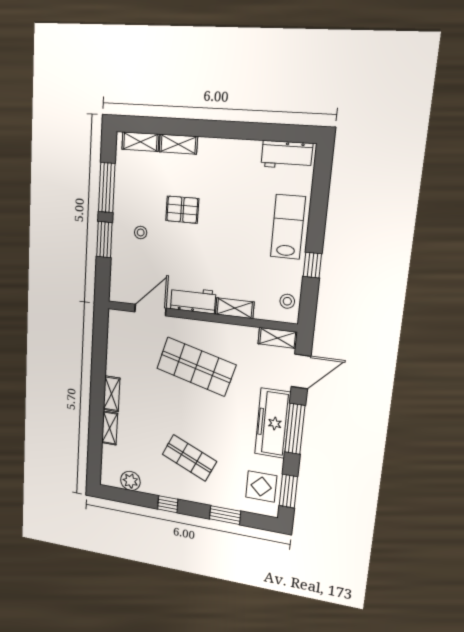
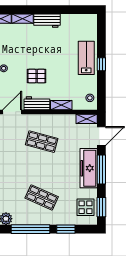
workbench: (287, 155) -> (47, 21), moved
pallet: (182, 210) -> (37, 76), moved
window: (312, 265) -> (101, 64), moved
shop shelf: (196, 367) -> (42, 142), width x0.70, depth x0.74
window: (168, 504) -> (30, 229), width x3.17

